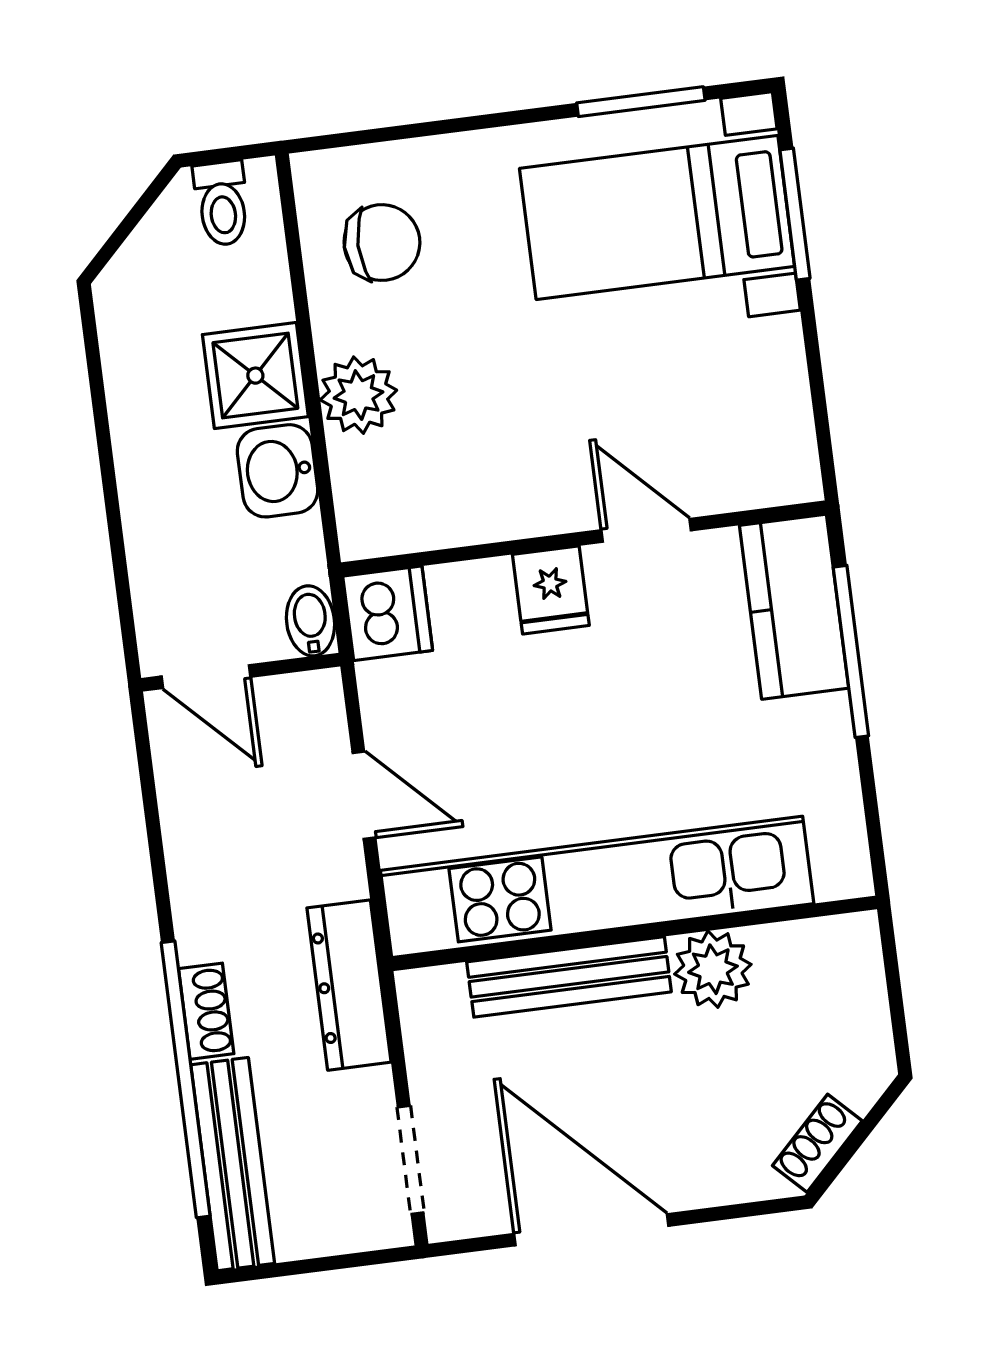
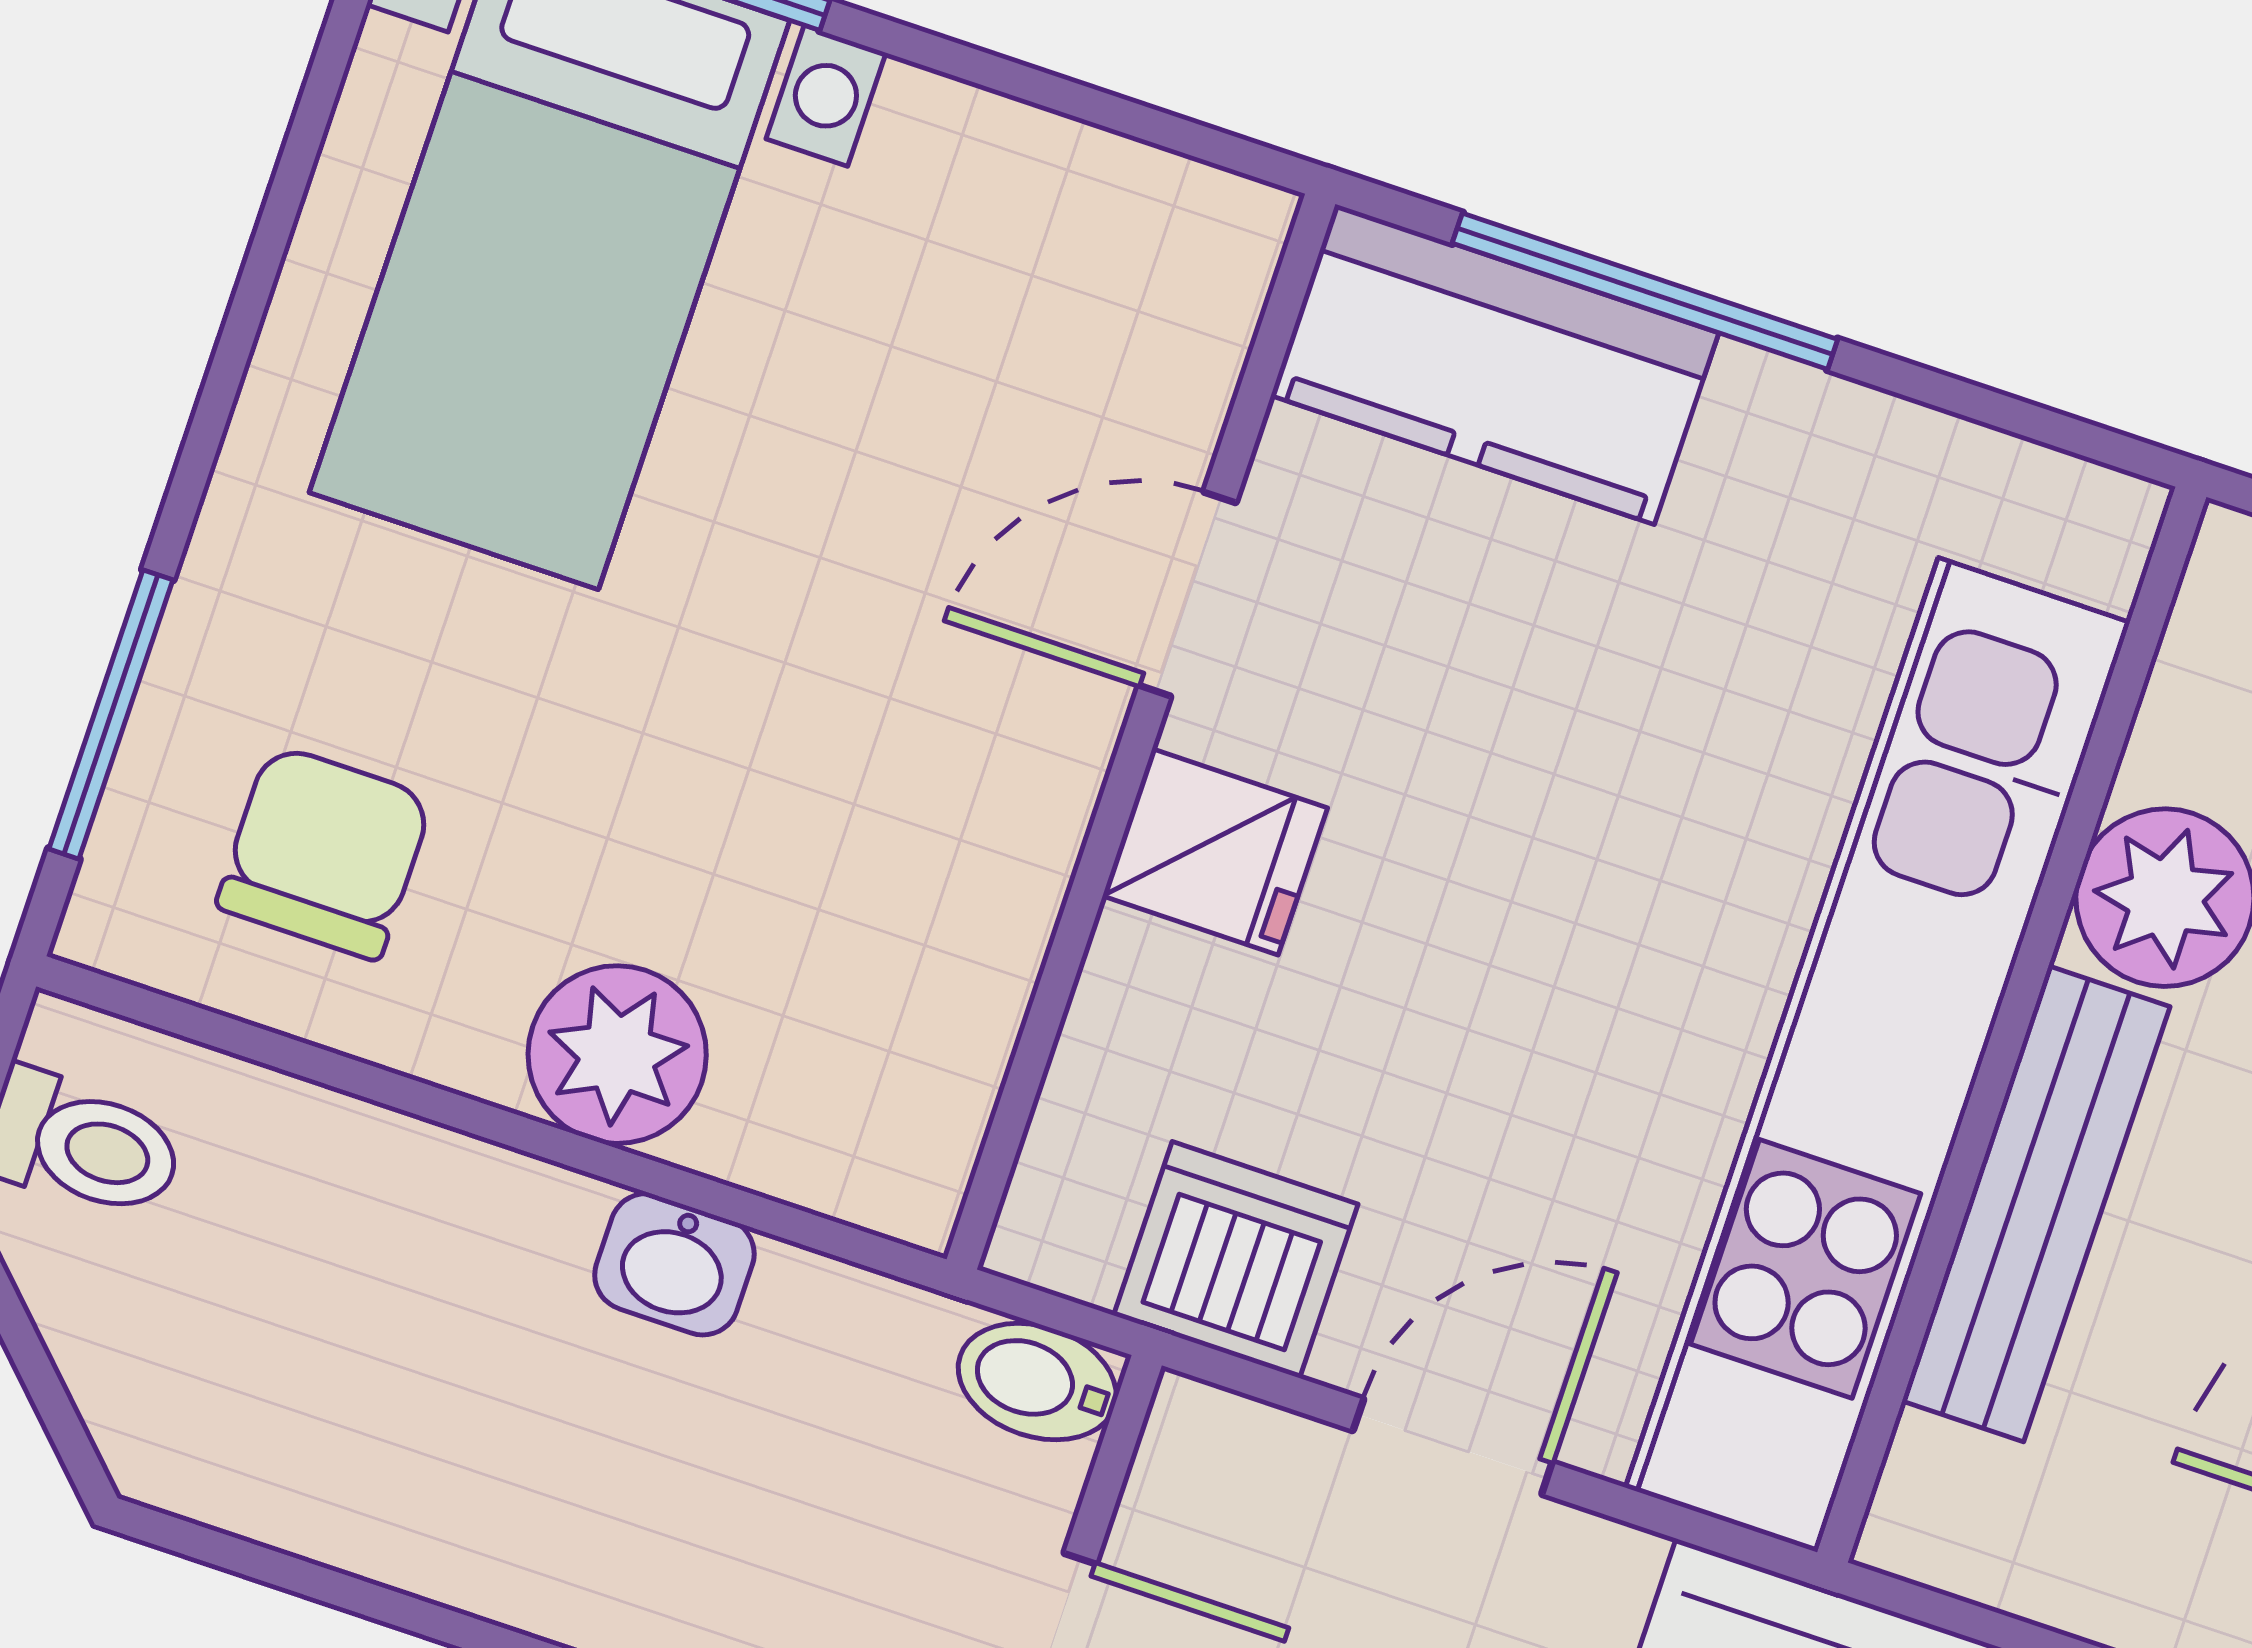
window: (641, 102) -> (111, 714), moved
shower: (255, 376) -> (473, 1249), removed
washbasin: (278, 471) -> (674, 1264), width x0.72, depth x0.69
dishwasher: (388, 613) -> (1236, 1260), moved

